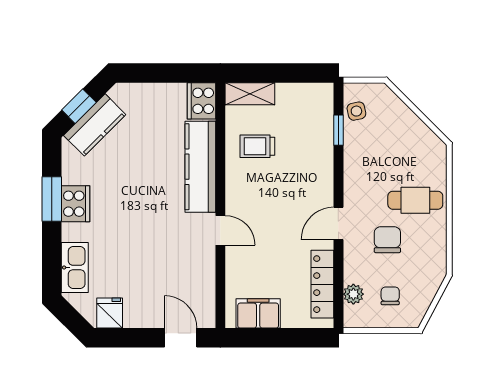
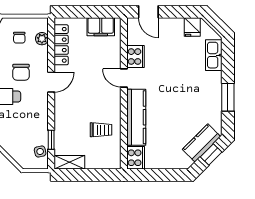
shelving: (250, 94) -> (69, 162), moved
cooker: (75, 204) -> (136, 57), moved, turned 180

